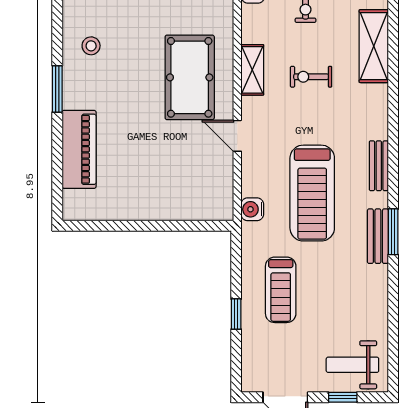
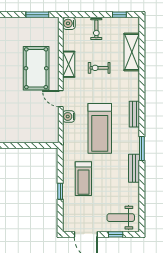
water cooler: (252, 209) -> (69, 116), moved
bench: (378, 236) -> (134, 168), moved

